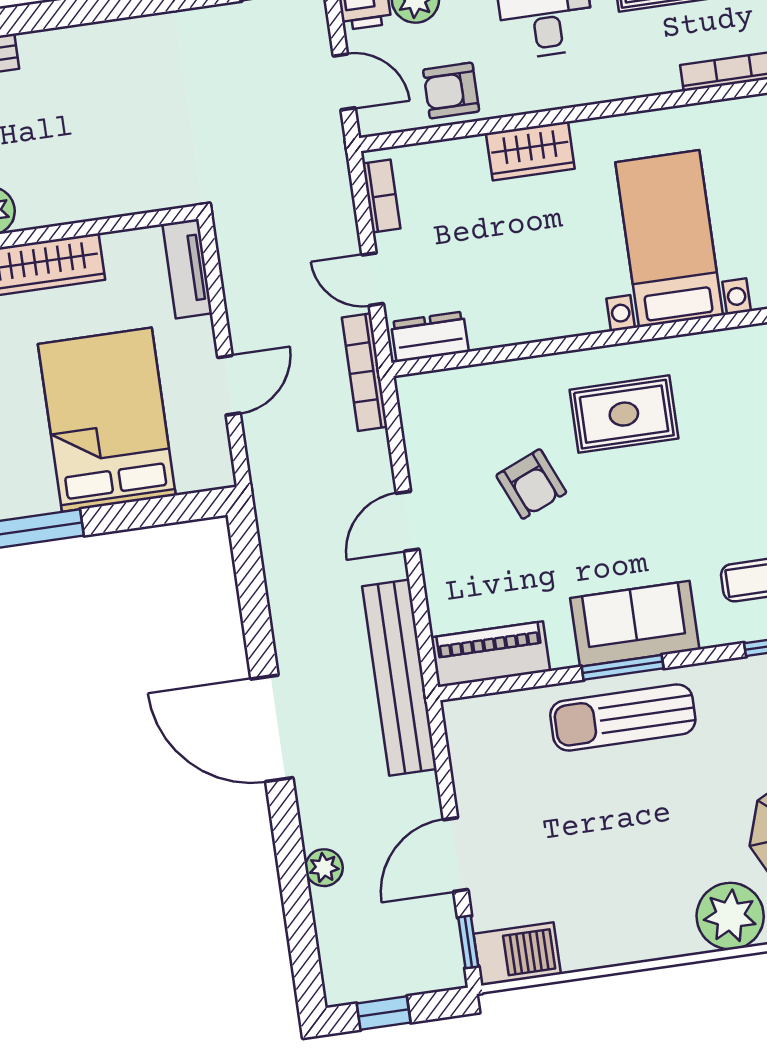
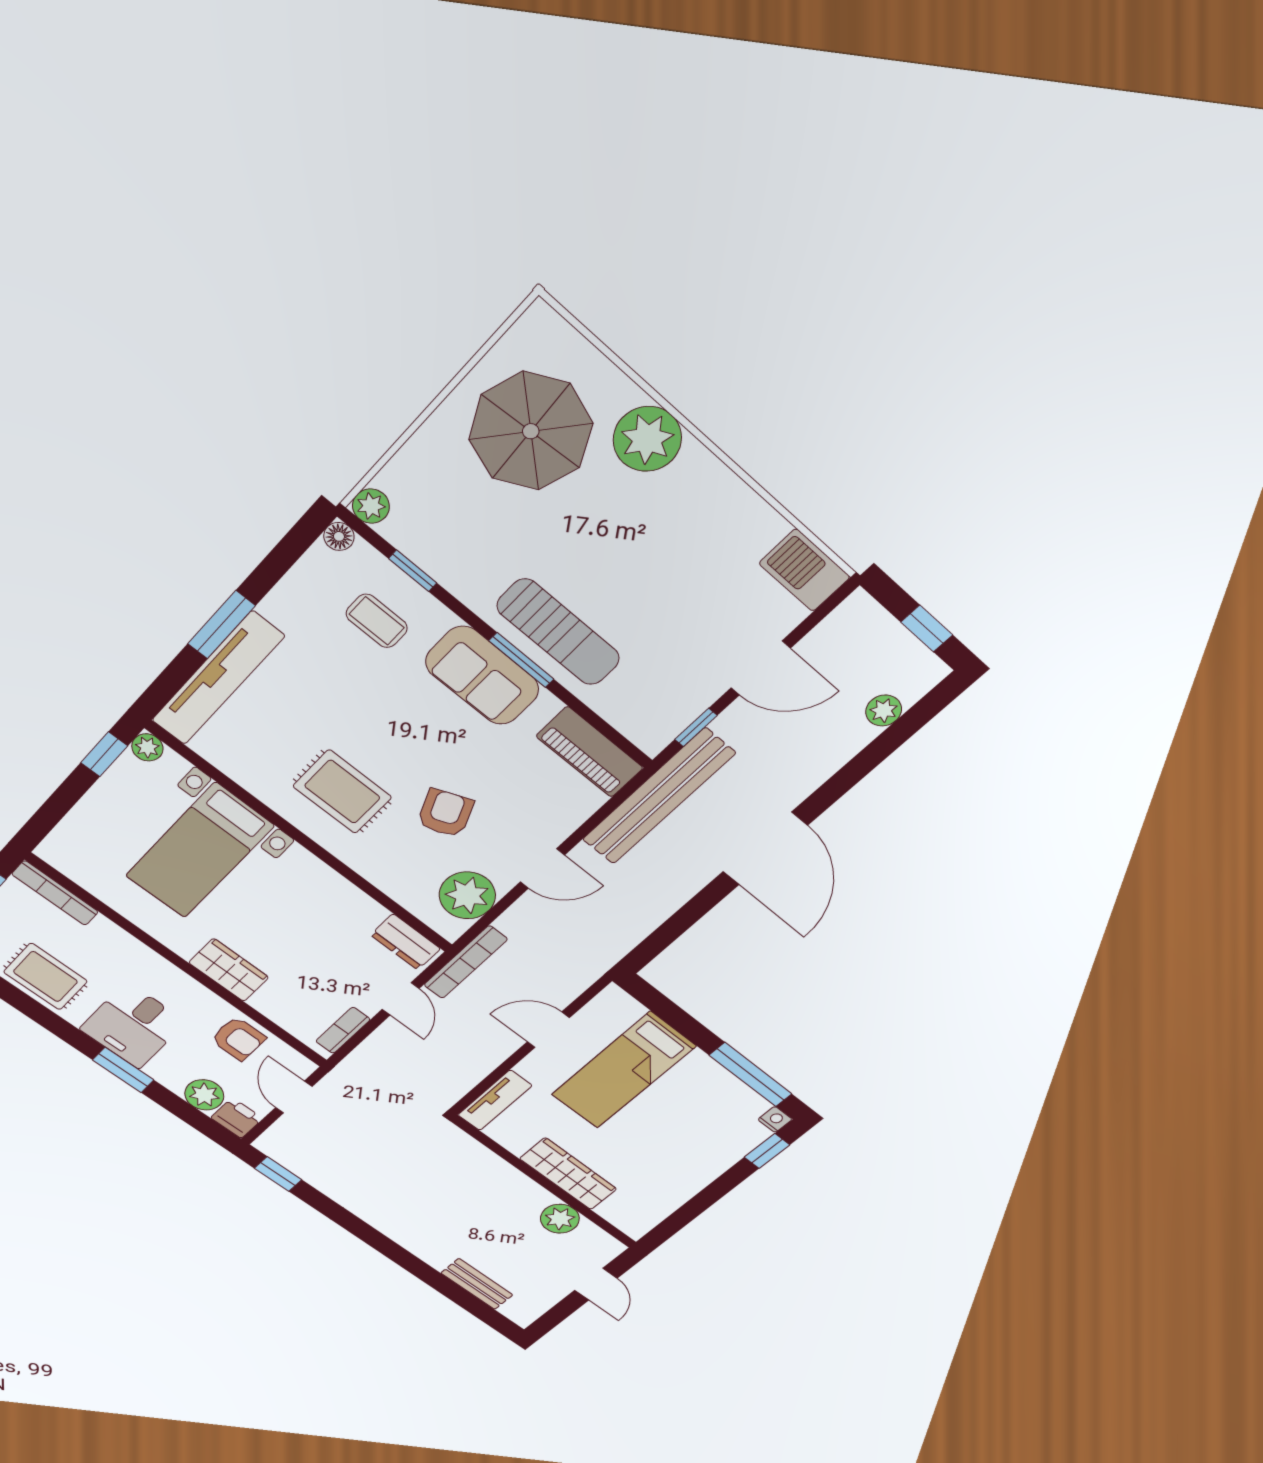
bed: (107, 420) -> (623, 1070), width x0.67
plant: (433, 433) -> (467, 895), added
plant: (324, 868) -> (884, 711), moved
window: (468, 942) -> (696, 727), moved

